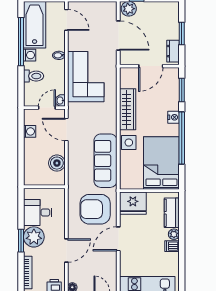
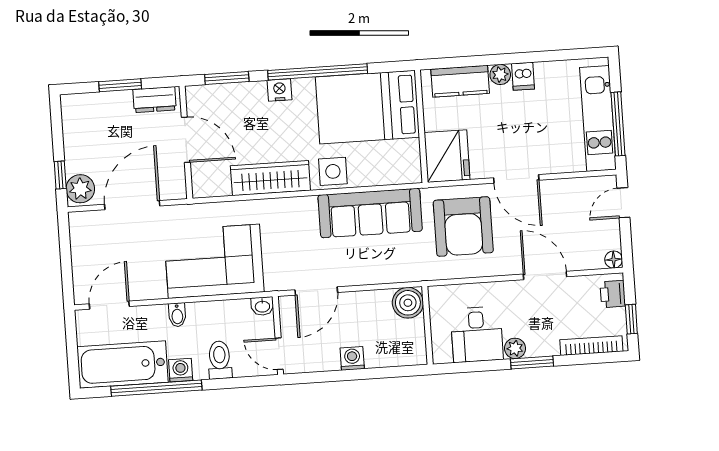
door: (47, 108) -> (279, 354), moved
washing machine: (30, 131) -> (352, 358), moved
boiler: (57, 163) -> (408, 303), moved
plant: (34, 237) -> (515, 348), width x0.53, depth x0.53

